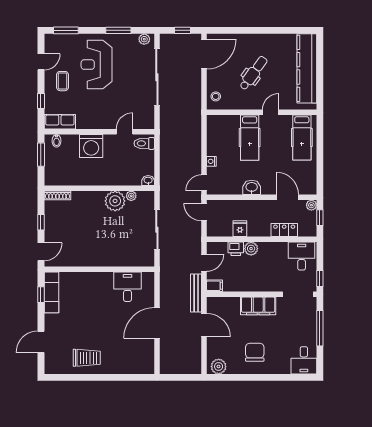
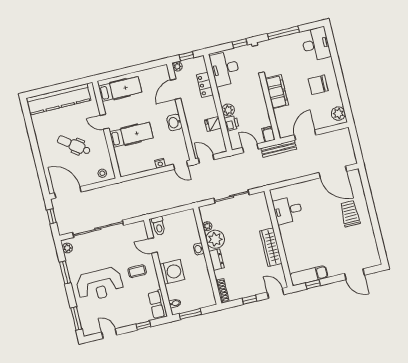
coffee table: (62, 81) -> (137, 271), moved
washbasin: (148, 181) -> (199, 249), moved
dresser: (93, 197) -> (216, 260), added
door: (204, 212) -> (206, 159), swing flipped
desk: (302, 256) -> (225, 68), width x1.37
wardrobe: (92, 259) -> (271, 247), added
door: (157, 323) -> (333, 172), moved
trolley: (87, 358) -> (350, 214), moved
desk: (304, 360) -> (316, 44), width x1.37

